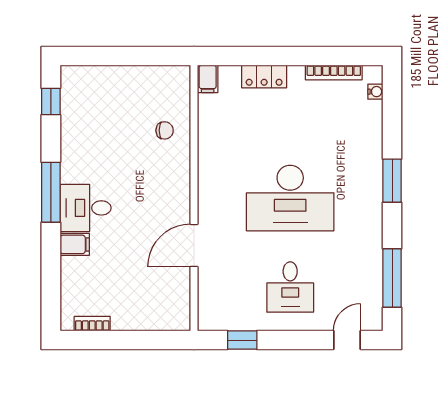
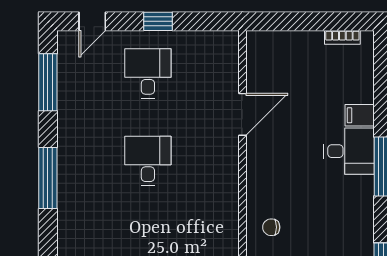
window: (392, 181) -> (48, 178), width x1.44
desk: (290, 198) -> (148, 161), width x0.53, depth x0.77
window: (242, 340) -> (158, 21), moved

